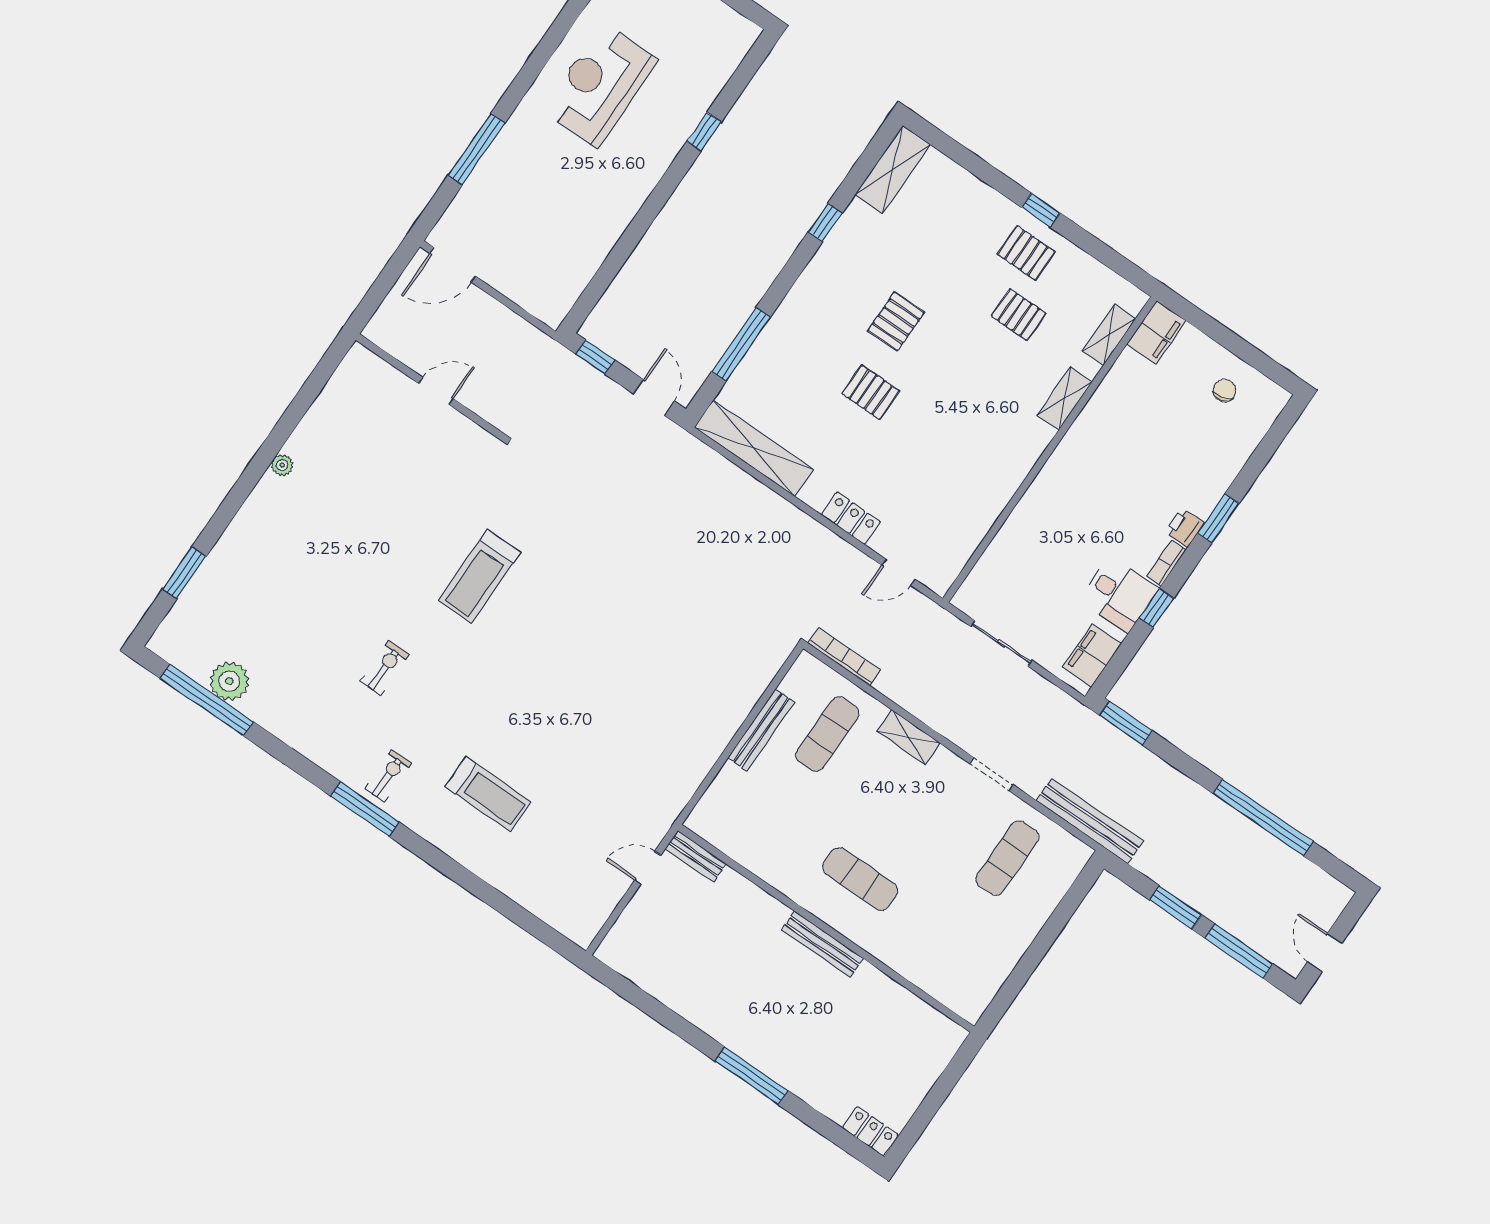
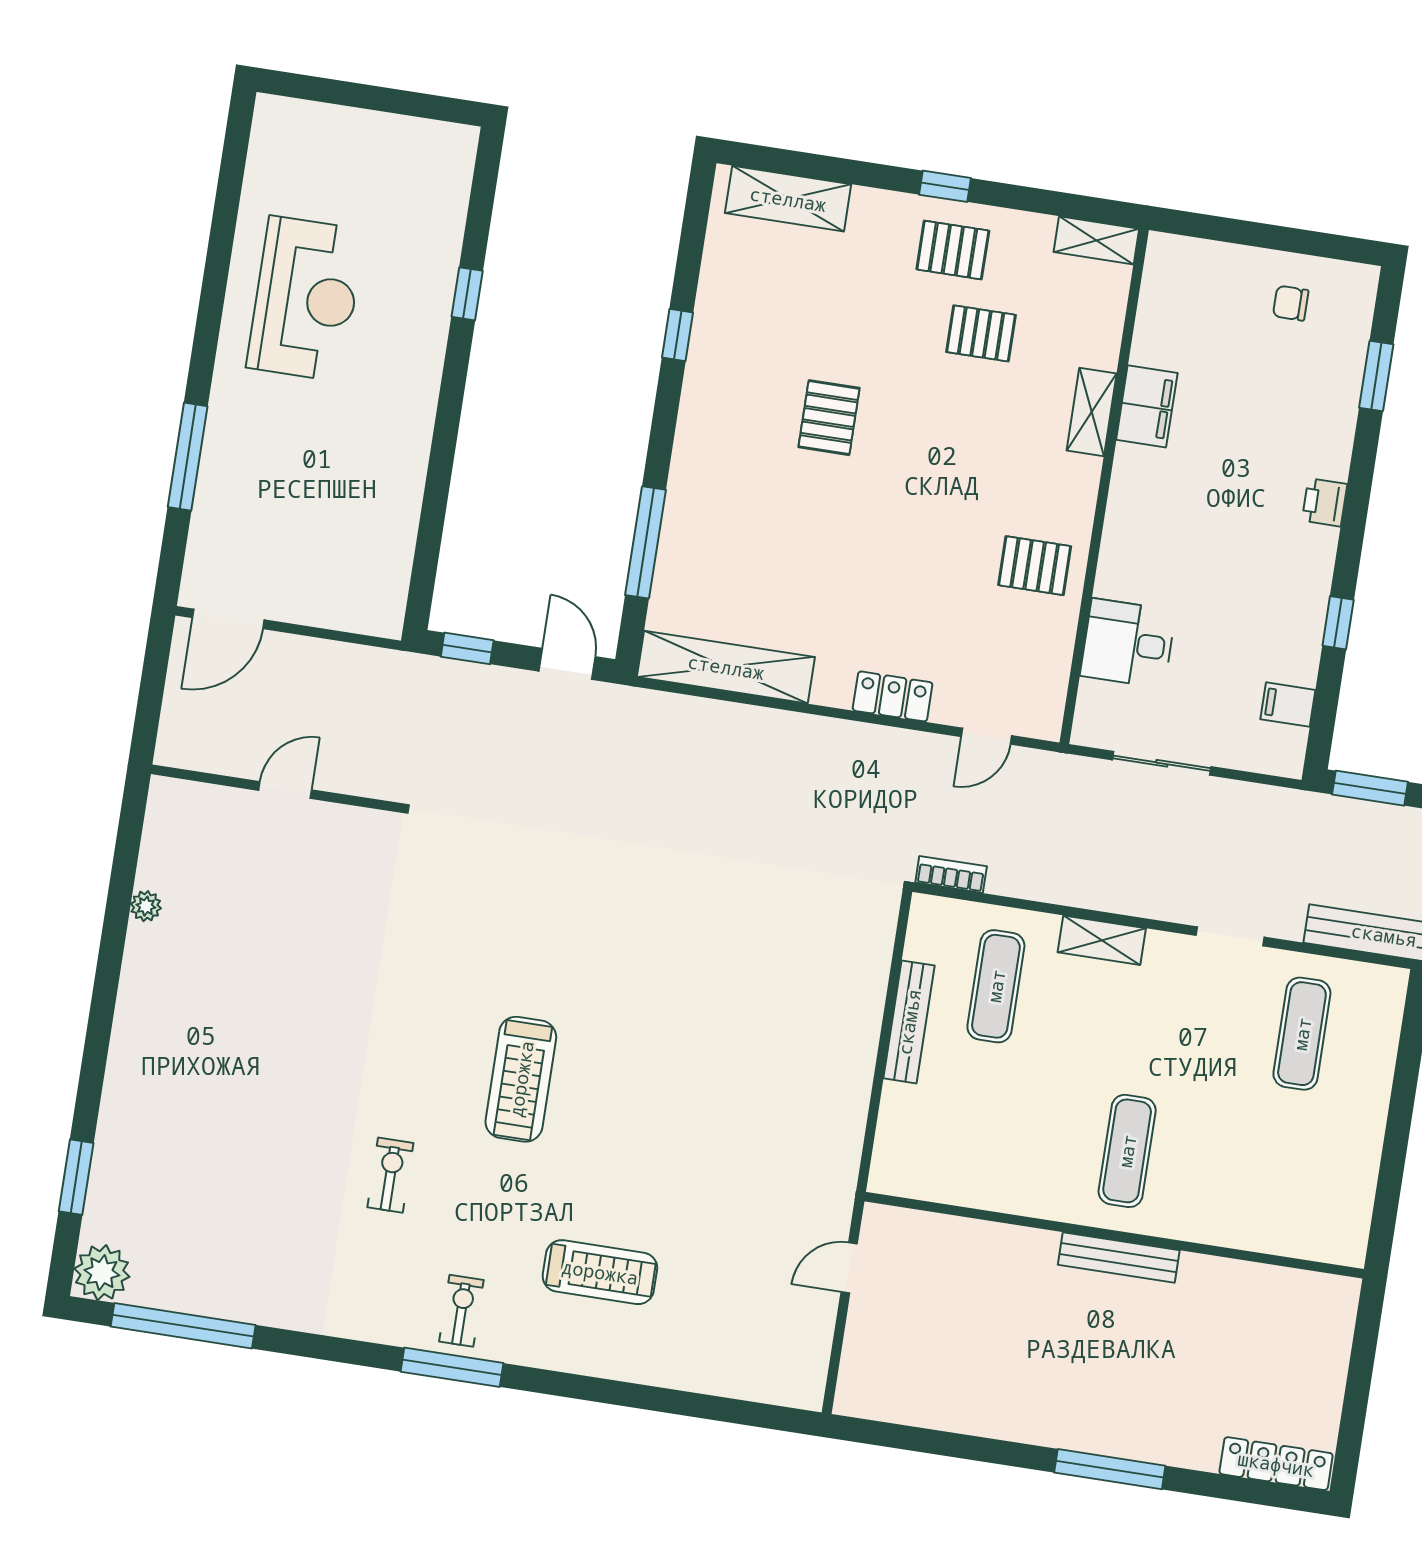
reception desk: (600, 85) -> (306, 299), turned 180
shelving: (892, 170) -> (788, 199), moved, turned 90
filing cabinet: (1156, 332) -> (1147, 406), moved
shelving: (1109, 335) -> (1096, 240), moved, turned 90
chair: (1224, 390) -> (1291, 303), turned -75
pallet: (871, 392) -> (1035, 566), moved
plant: (282, 465) -> (146, 906), moved
window: (1218, 518) -> (1376, 376), moved
bookcase: (1166, 563) -> (1323, 559), removed
treadmill: (479, 576) -> (521, 1079), moved
desk: (1119, 594) -> (1128, 643), moved, turned 180
filing cabinet: (1092, 656) -> (1288, 705), width x0.50
bookcase: (844, 657) -> (951, 874), width x0.64
plant: (229, 681) -> (102, 1273), moved
bench: (696, 856) -> (903, 1223), removed
exercise mat: (860, 879) -> (1127, 1151), turned 90
locker: (870, 1131) -> (1276, 1464), width x1.53

